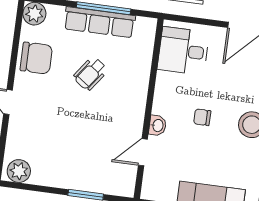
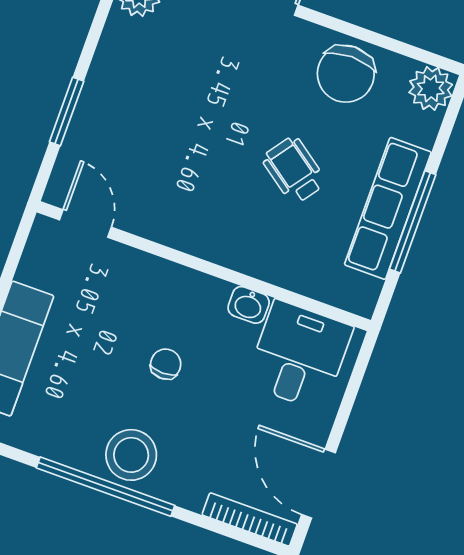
washbasin: (158, 125) -> (249, 305), moved
door: (143, 152) -> (85, 224), moved

